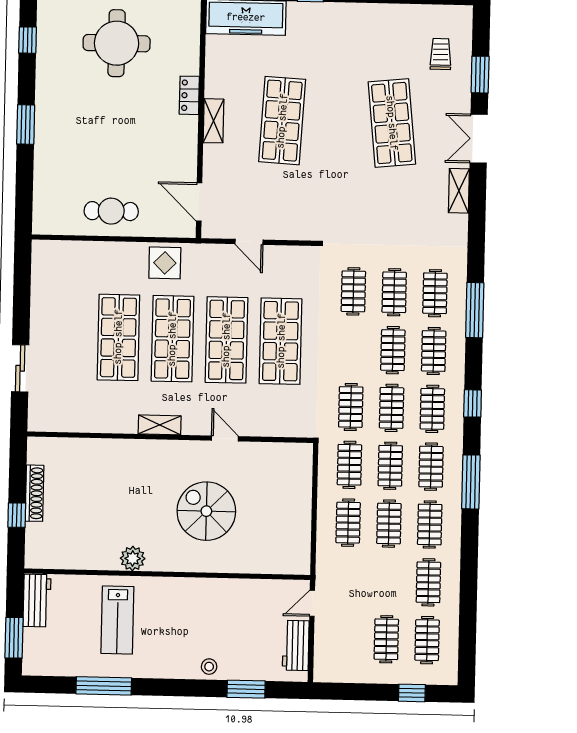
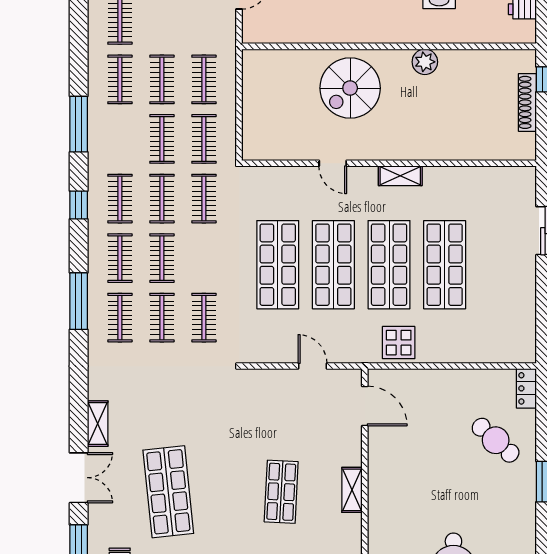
locker: (189, 95) -> (526, 388), moved, turned 180
shop shelf: (282, 121) -> (281, 492), width x0.70, depth x0.74
cafe table: (111, 211) -> (496, 440), moved, turned 42
clothes rail: (431, 467) -> (120, 139), removed
spiral stairs: (206, 511) -> (350, 88), turned 90
plant: (133, 558) -> (425, 62), moved
wall: (167, 574) -> (389, 46), moved

